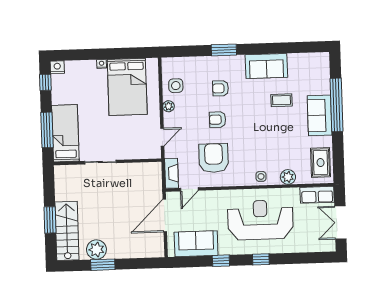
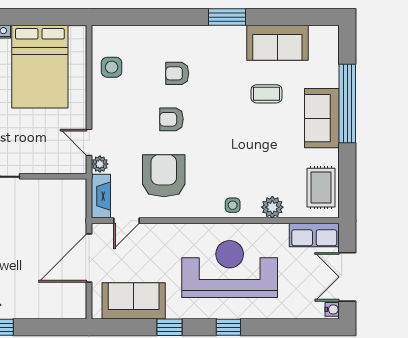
window: (224, 50) -> (227, 17), moved
sofa: (266, 66) -> (277, 43), moved
plant: (168, 106) -> (100, 164), moved
door: (162, 137) -> (89, 142), swing flipped
water cooler: (331, 245) -> (332, 309), added

